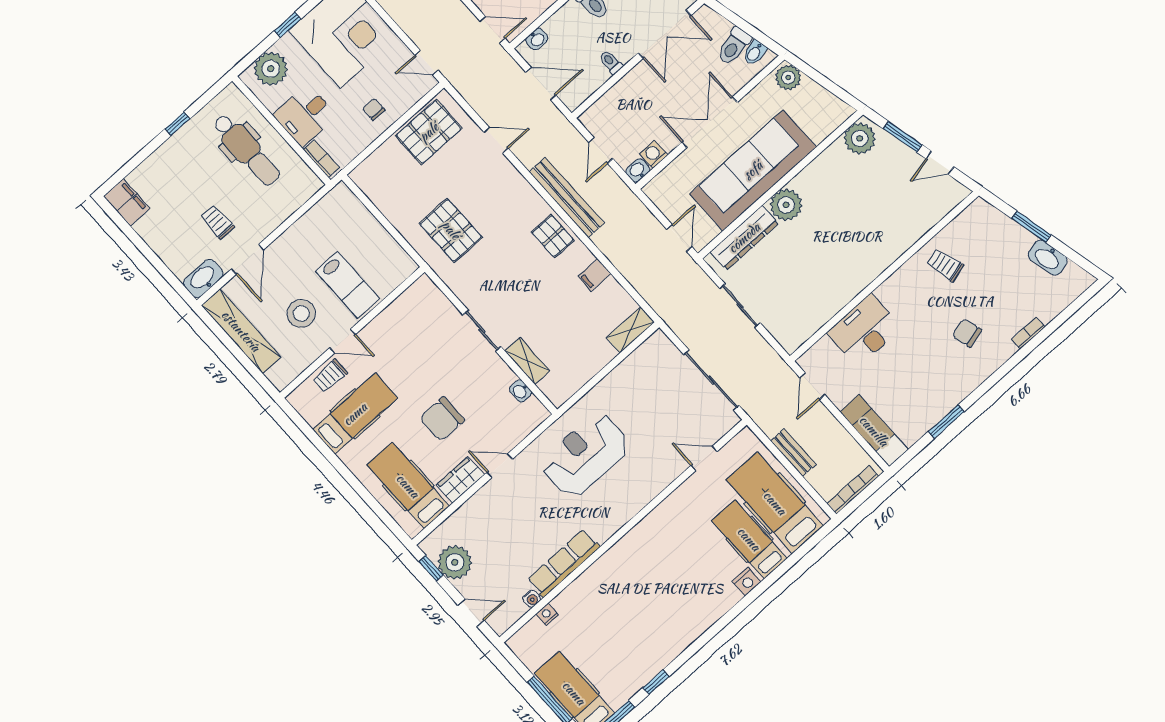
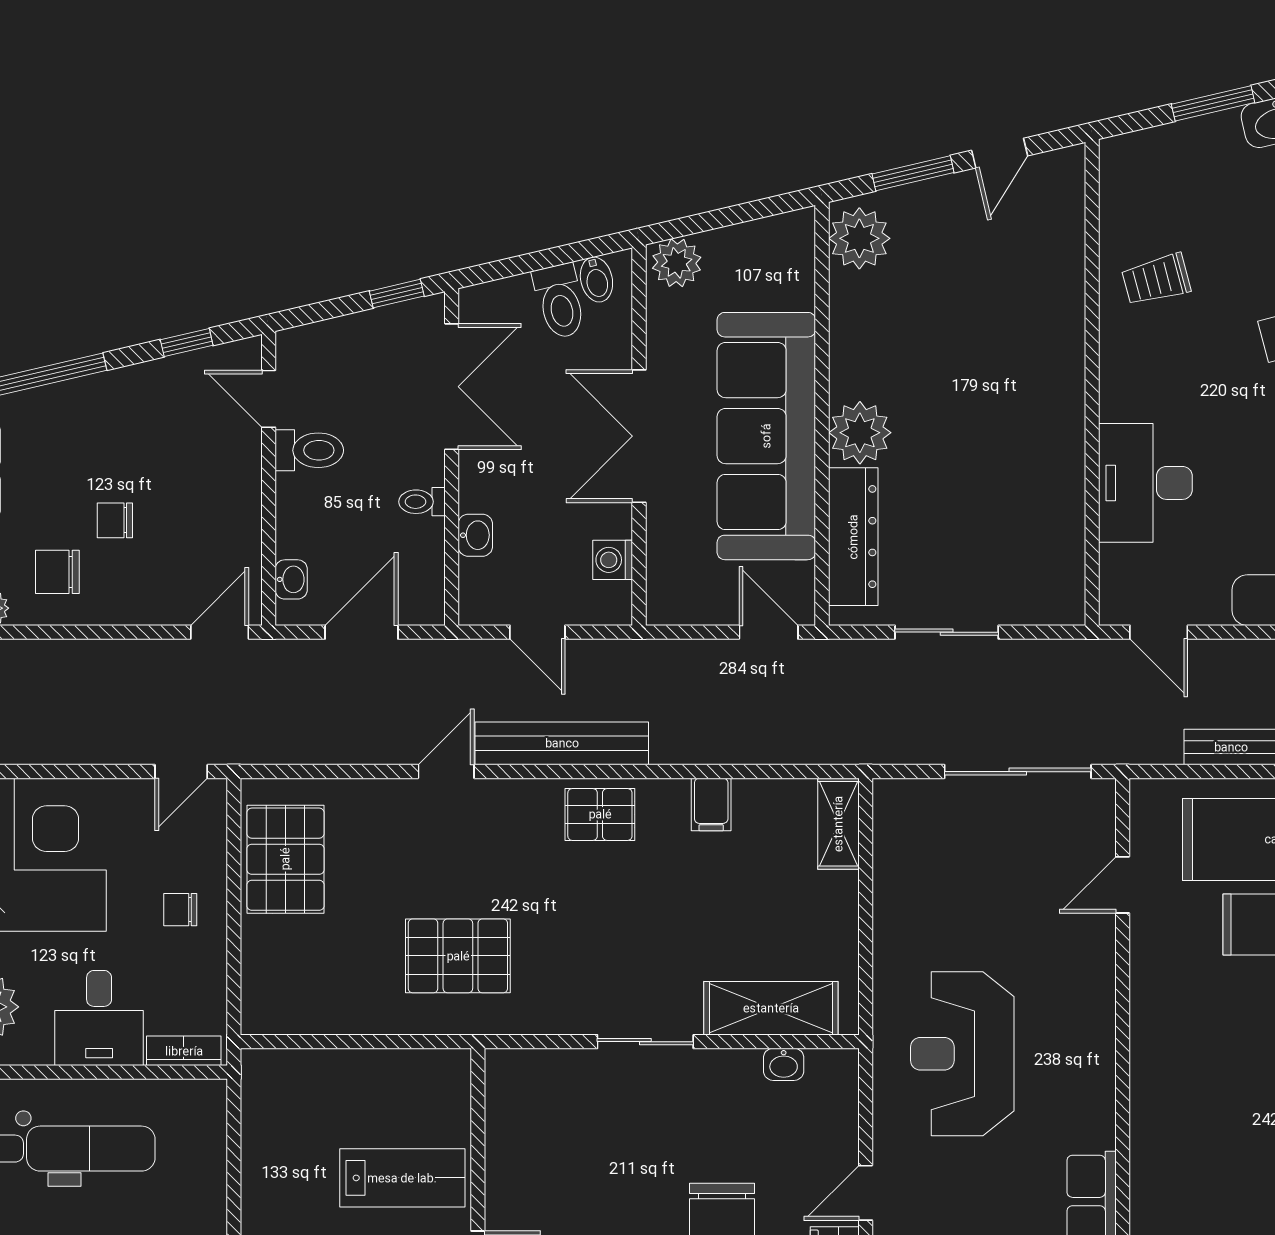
door: (496, 140) -> (446, 772), moved
washbasin: (638, 170) -> (475, 535), moved, turned 180
shelving: (527, 361) -> (771, 1008), width x1.50, depth x1.33

